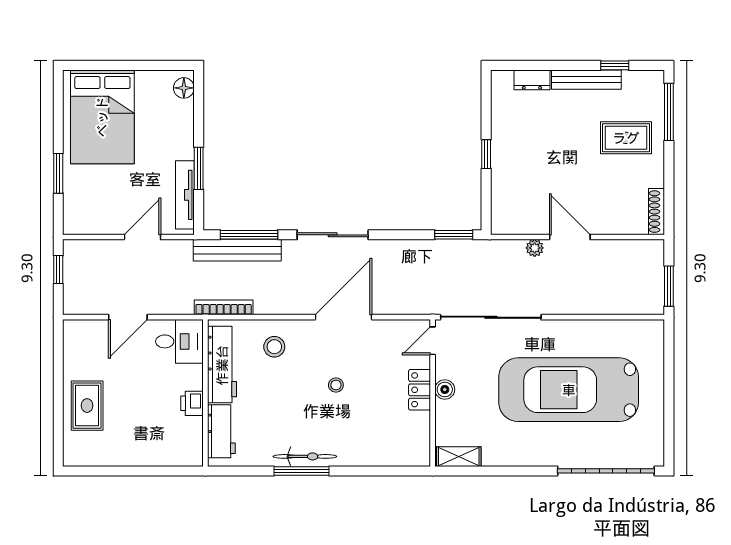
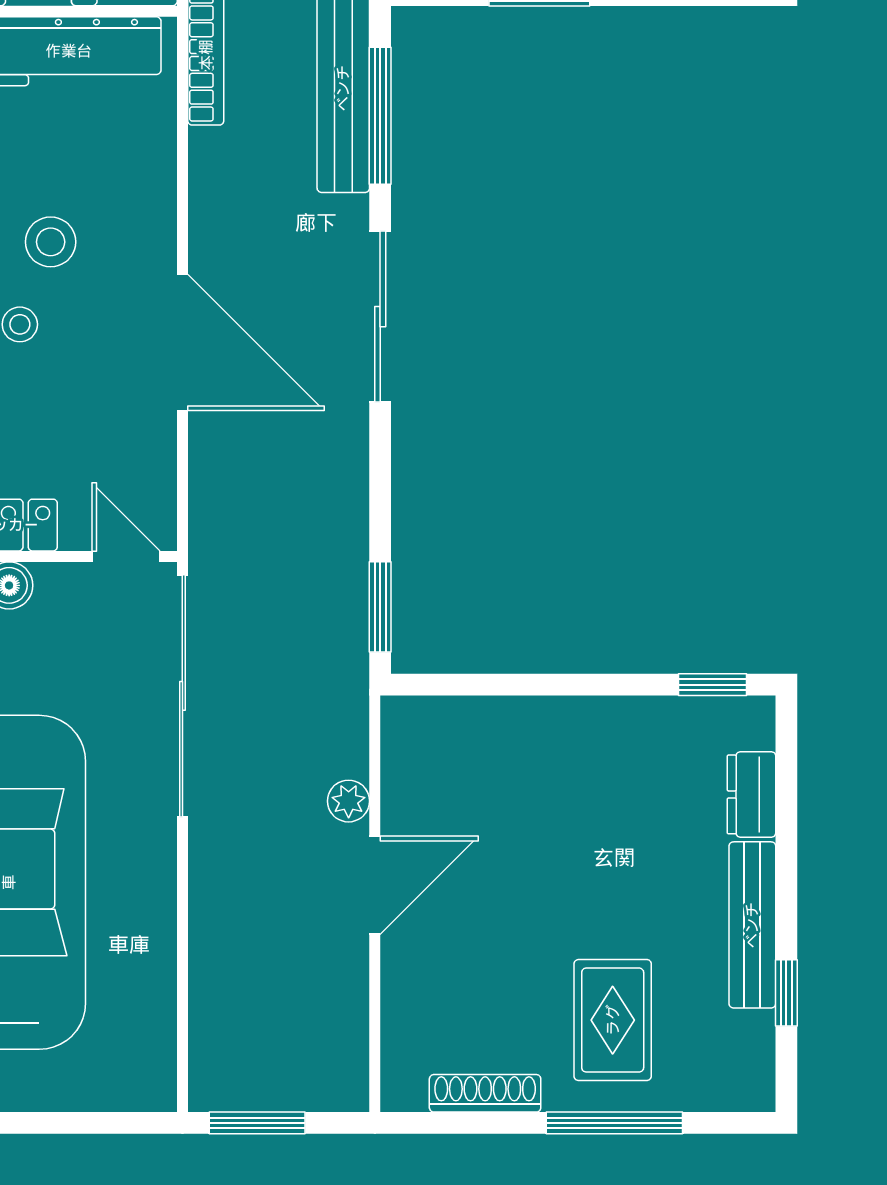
window: (669, 112) -> (614, 1123), moved
window: (486, 154) -> (713, 685), moved
shoe rack: (657, 212) -> (485, 1093), moved
stool: (274, 347) -> (51, 242), moved

